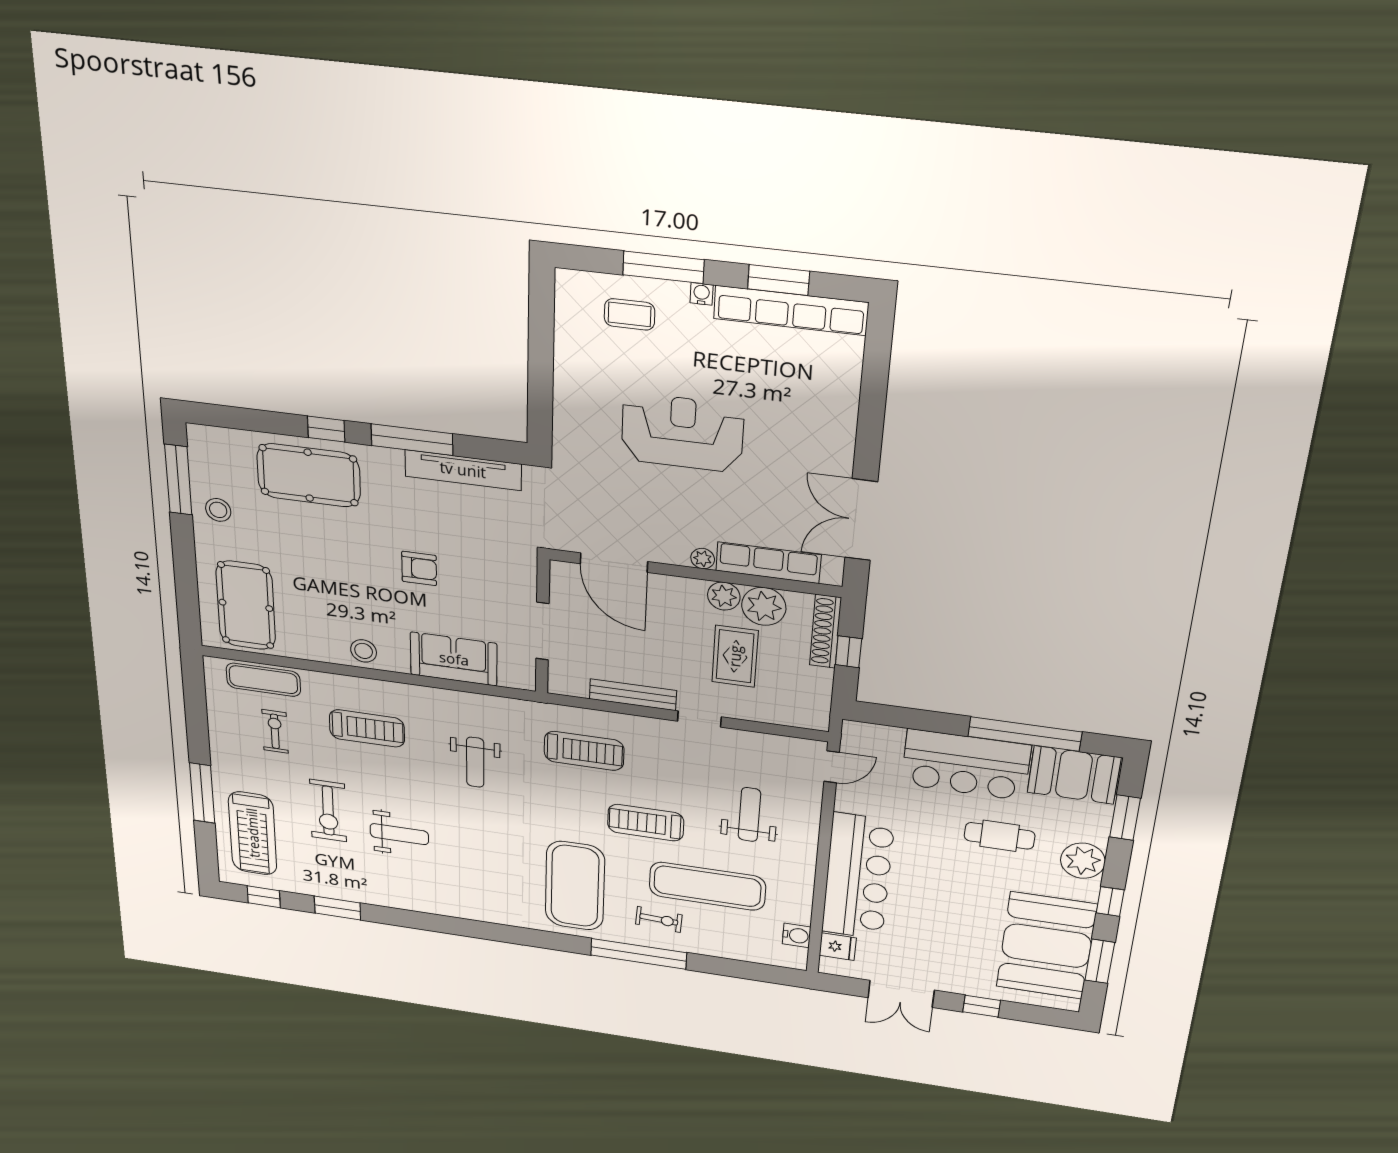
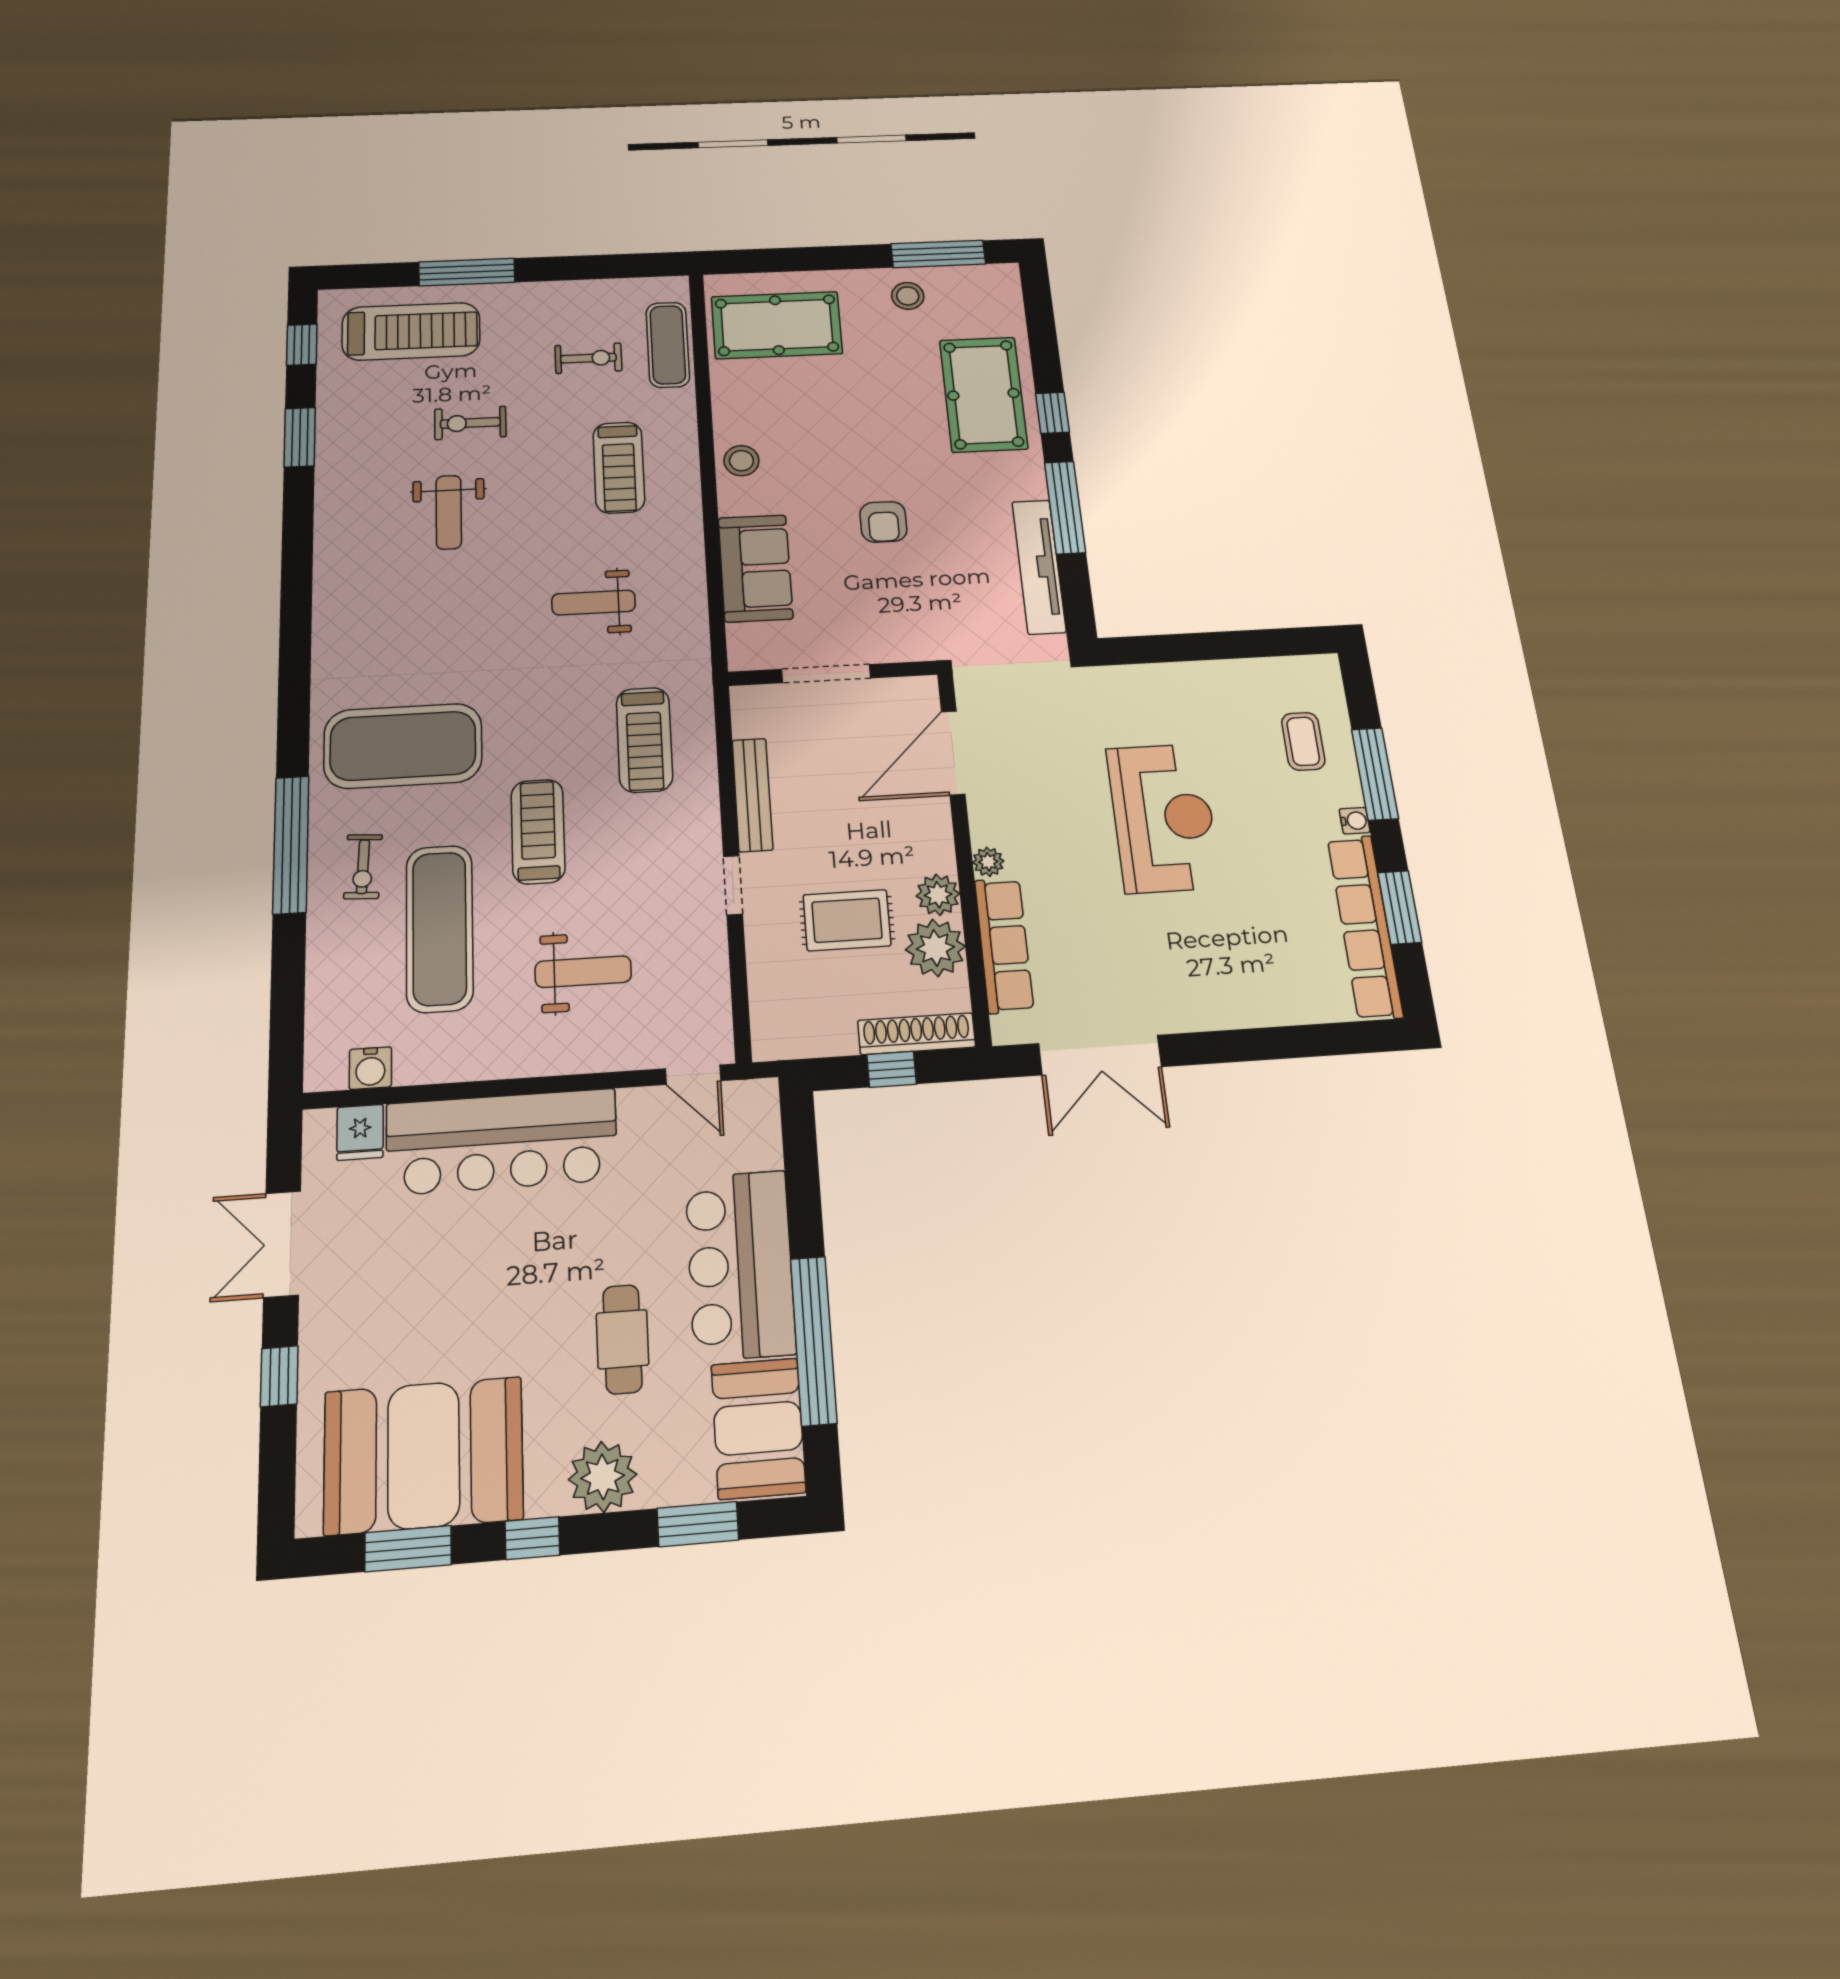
double door: (861, 520) -> (1100, 1055), swing flipped
exercise bike: (328, 811) -> (470, 423), width x0.73, depth x0.72
treadmill: (253, 833) -> (411, 331), turned 180

